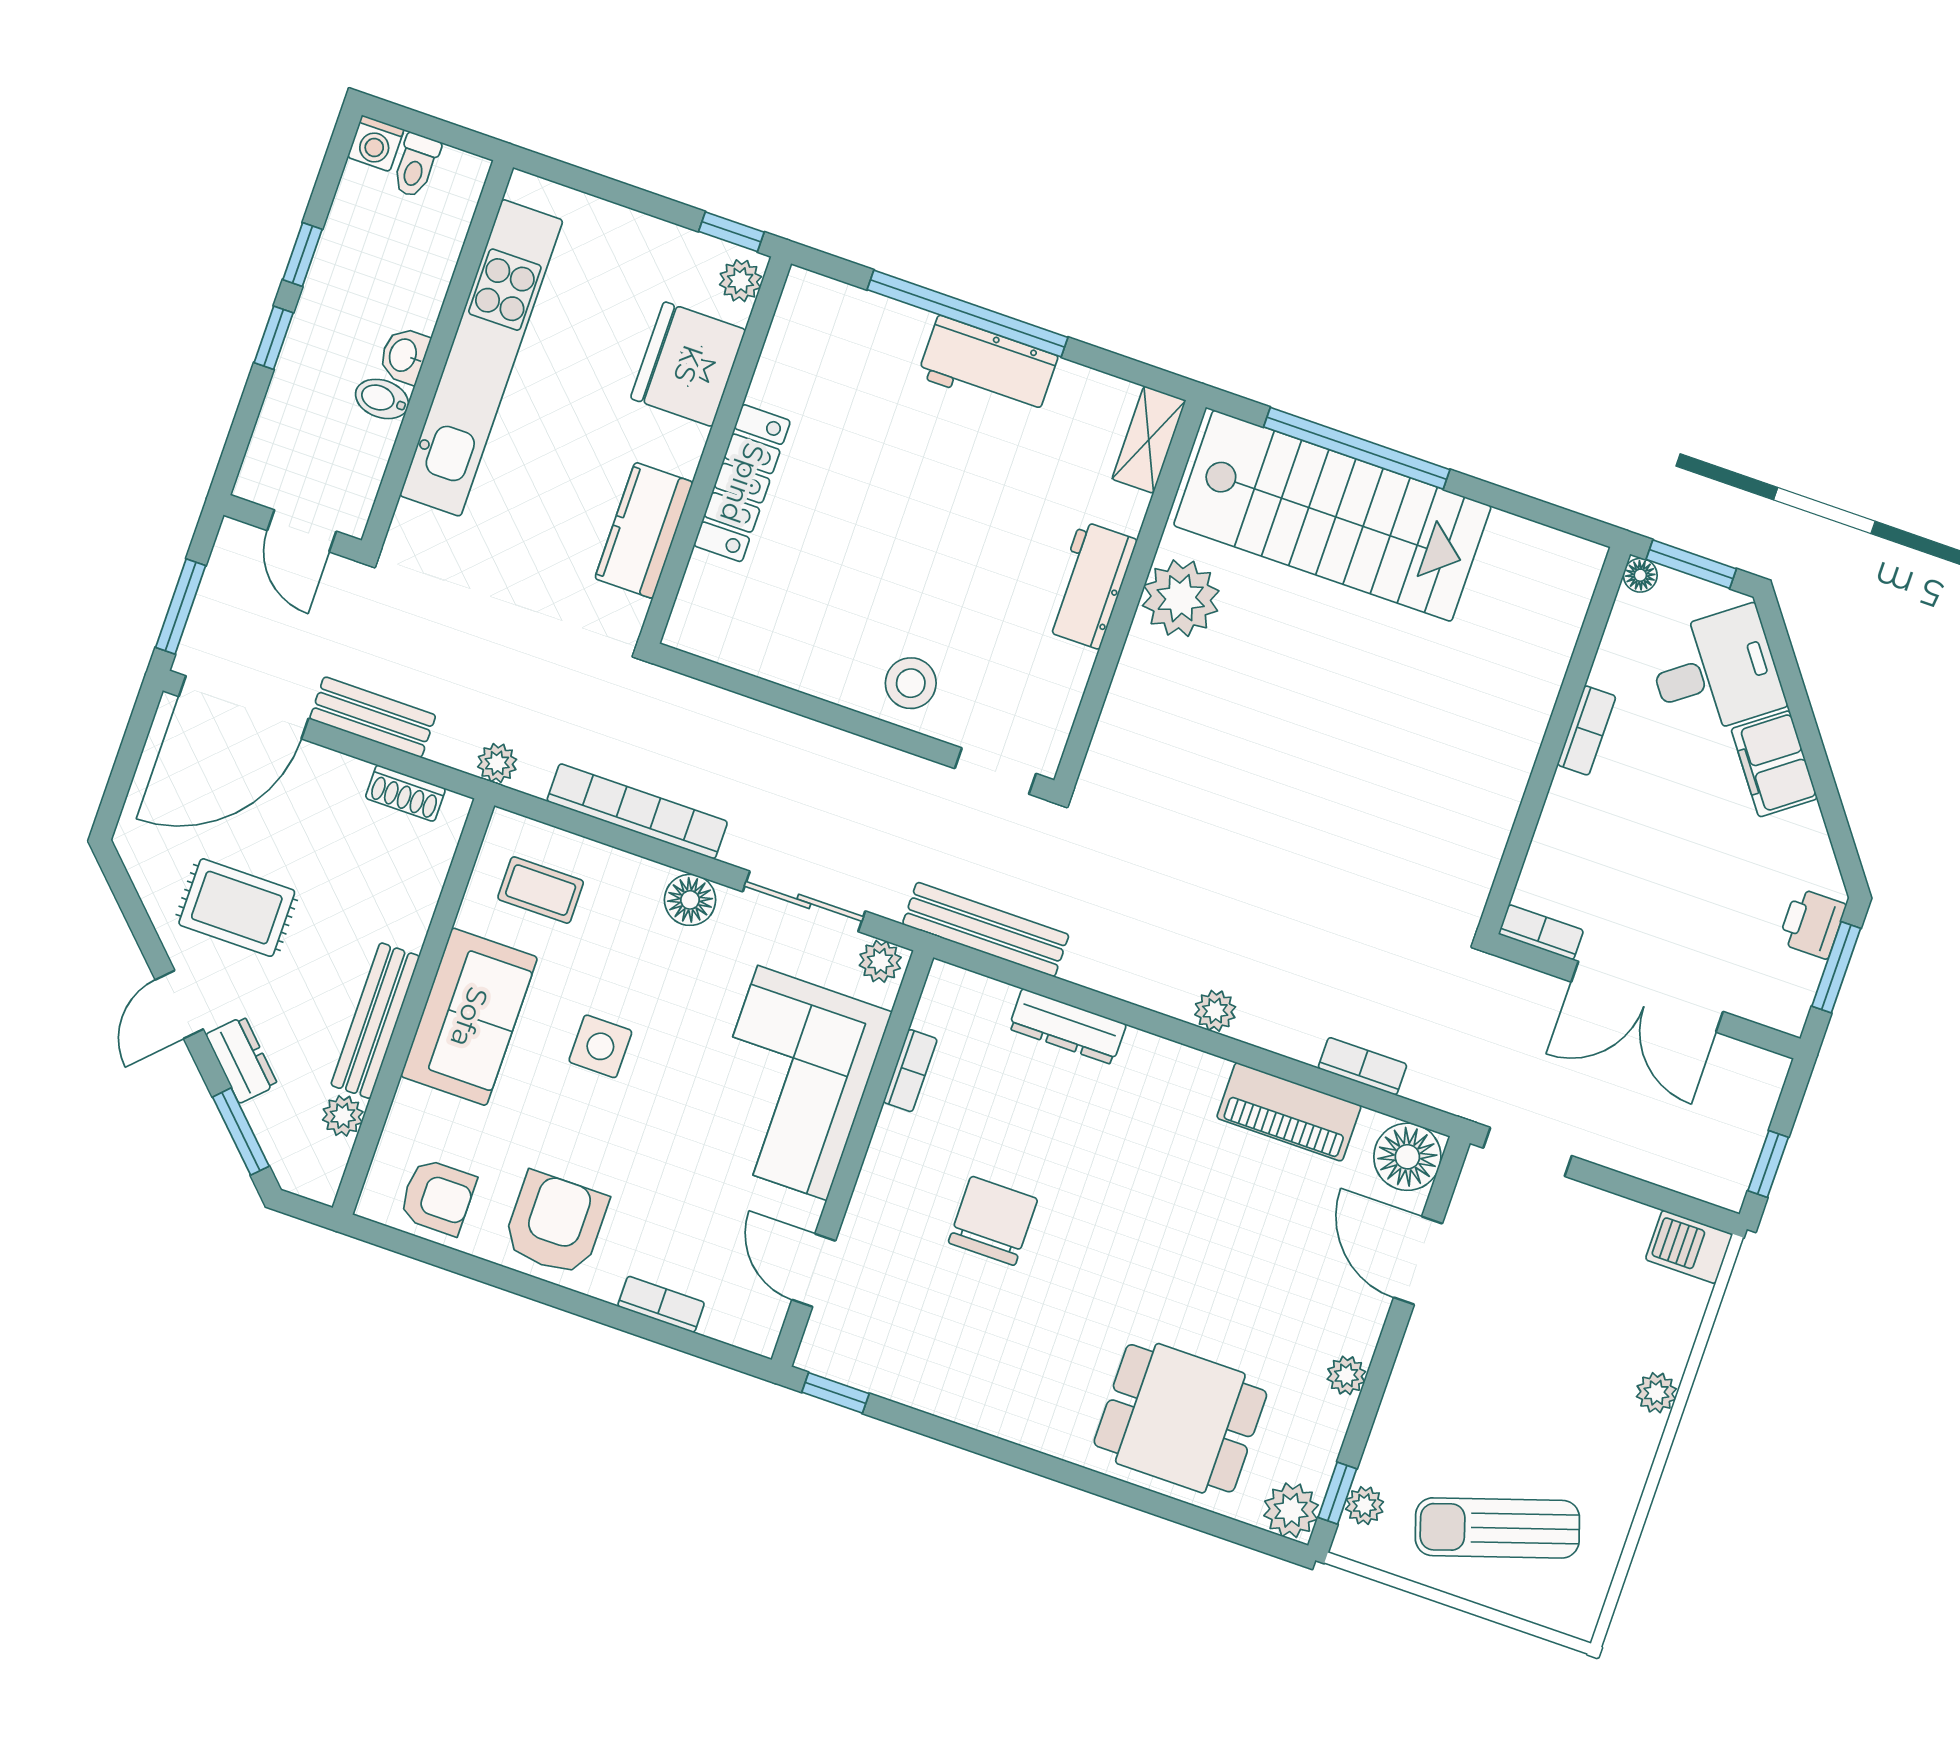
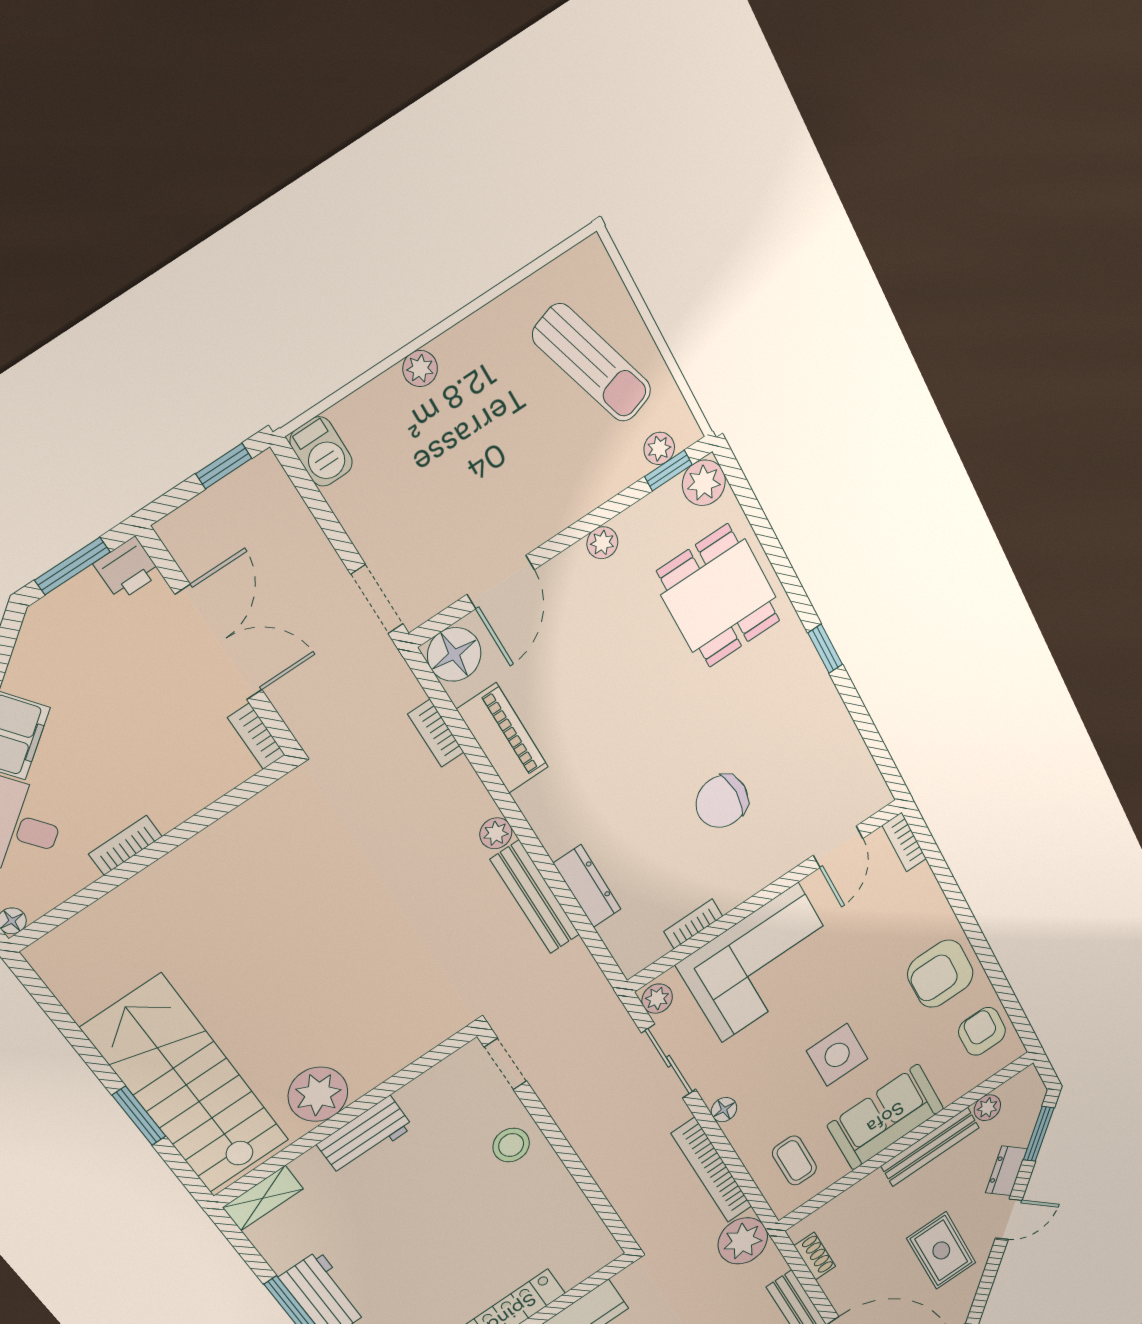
window: (1357, 448) -> (139, 1116), width x0.47
plant: (497, 763) -> (743, 1241), width x1.87, depth x1.87
floor lamp: (690, 900) -> (724, 1110), width x0.73, depth x0.73
printer: (1812, 924) -> (127, 569), moved
bench: (986, 929) -> (535, 897), moved
side table: (600, 1046) -> (837, 1055), width x1.37, depth x1.37
bookcase: (661, 1304) -> (904, 842), moved
window: (835, 1393) -> (825, 649), moved

